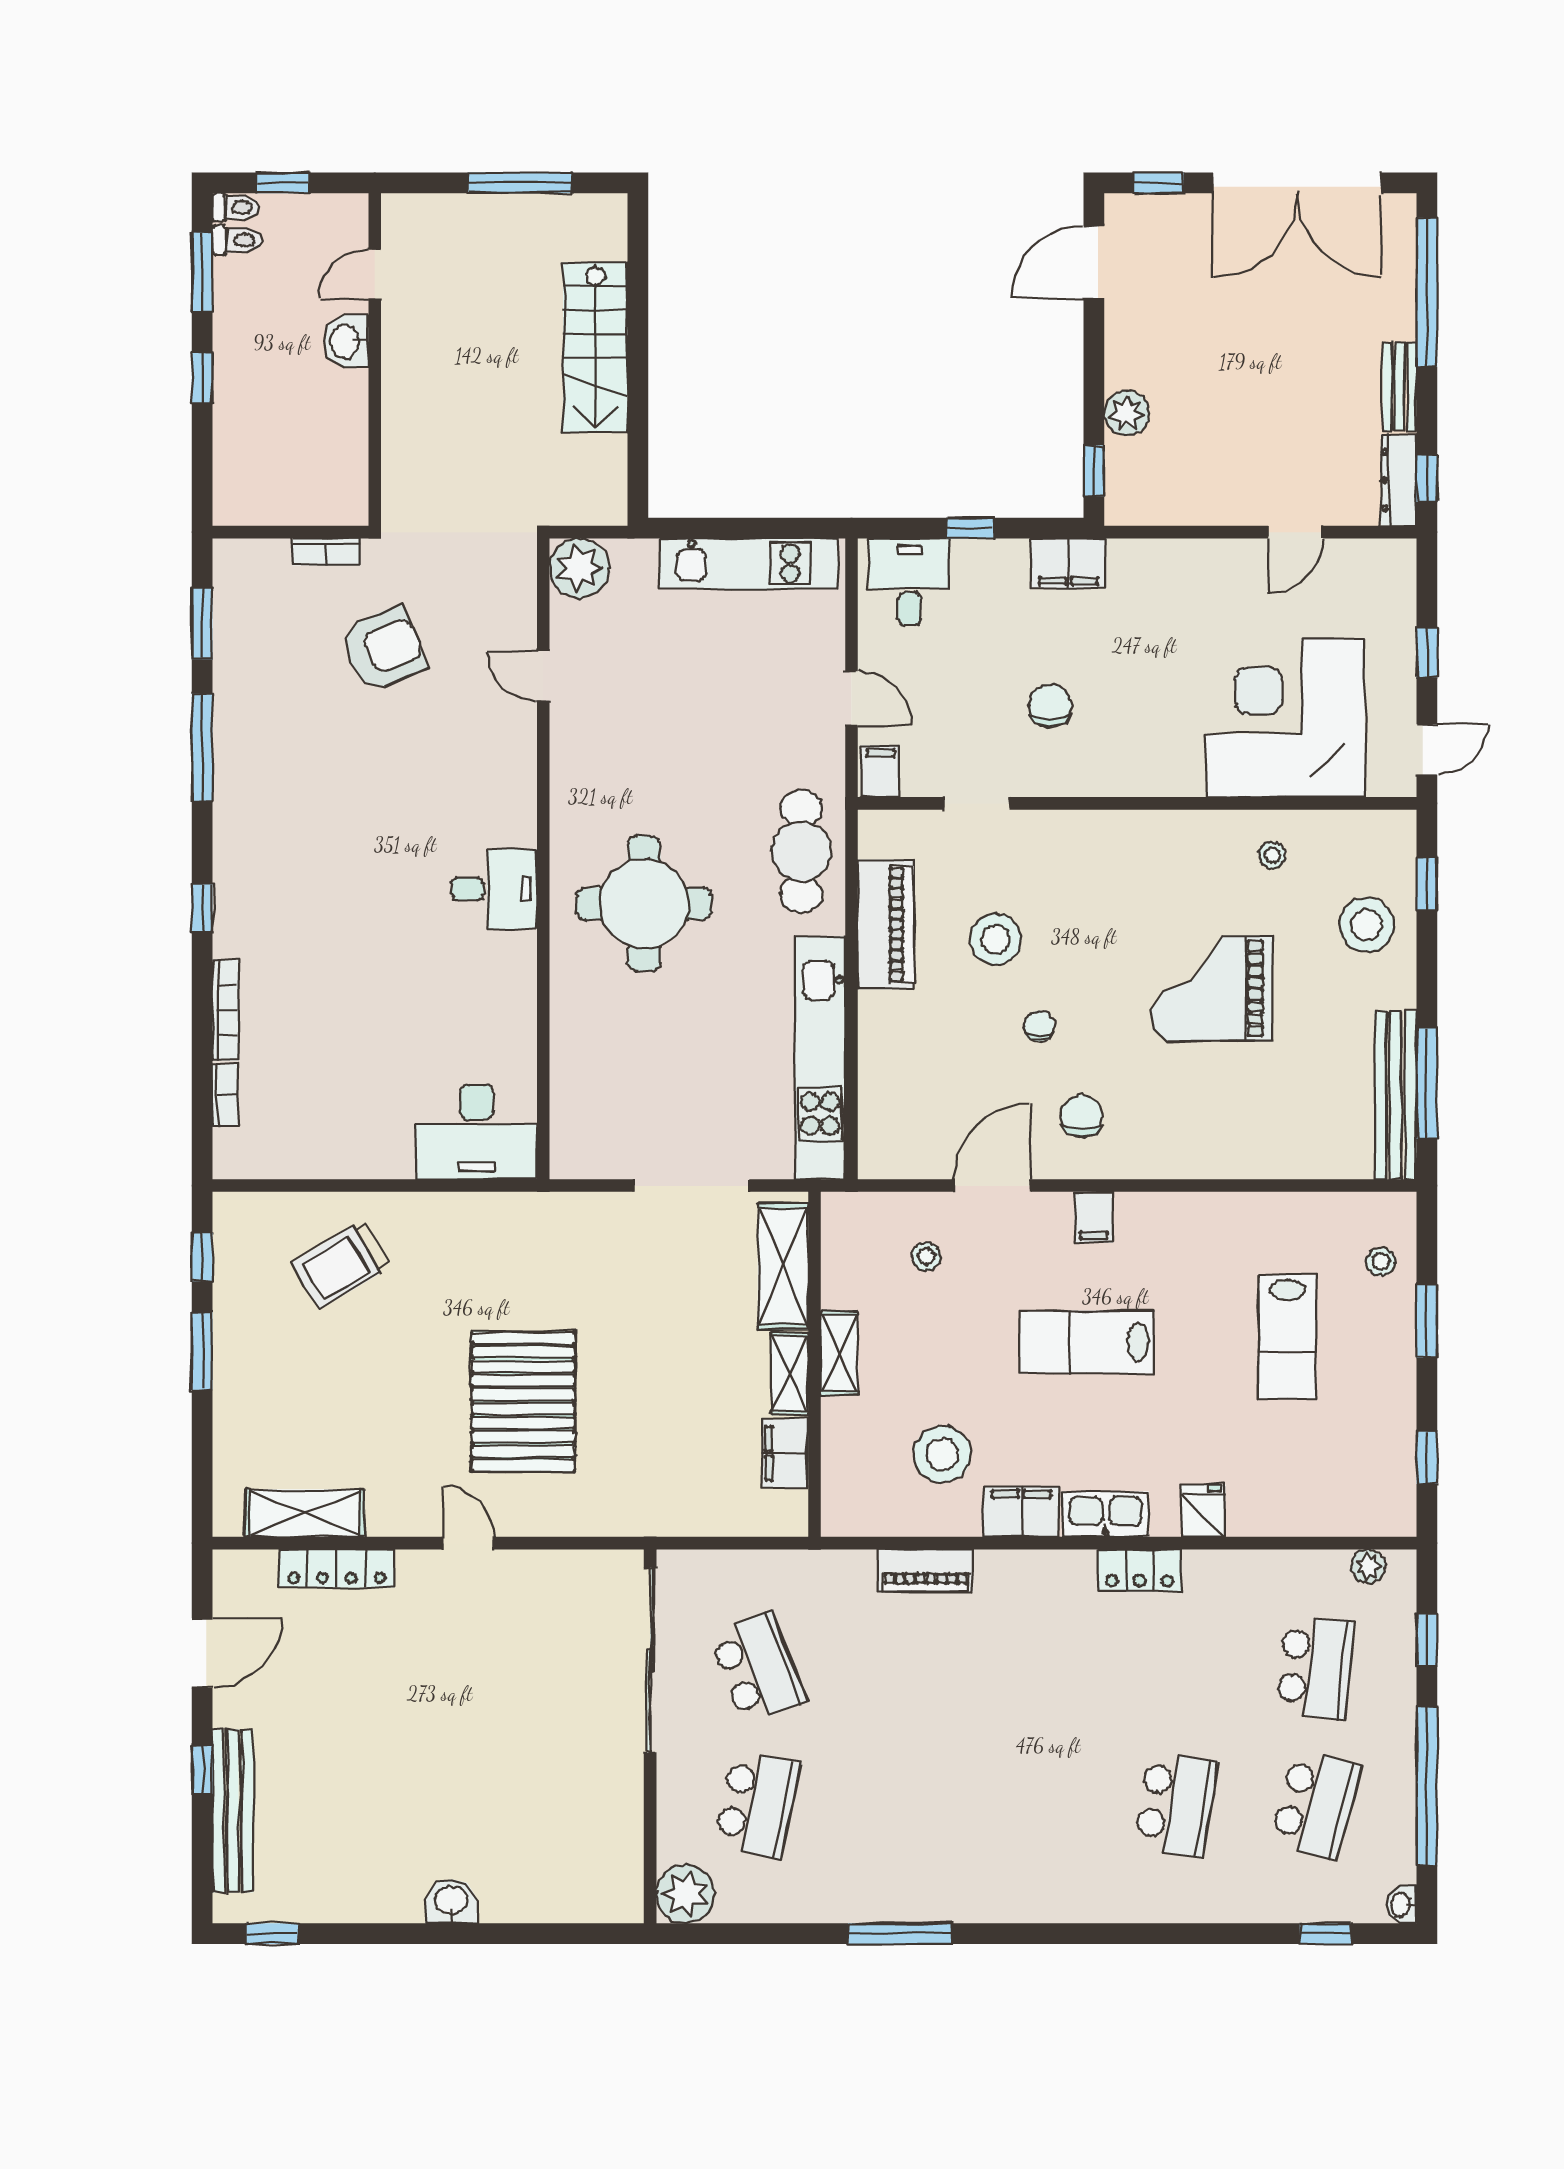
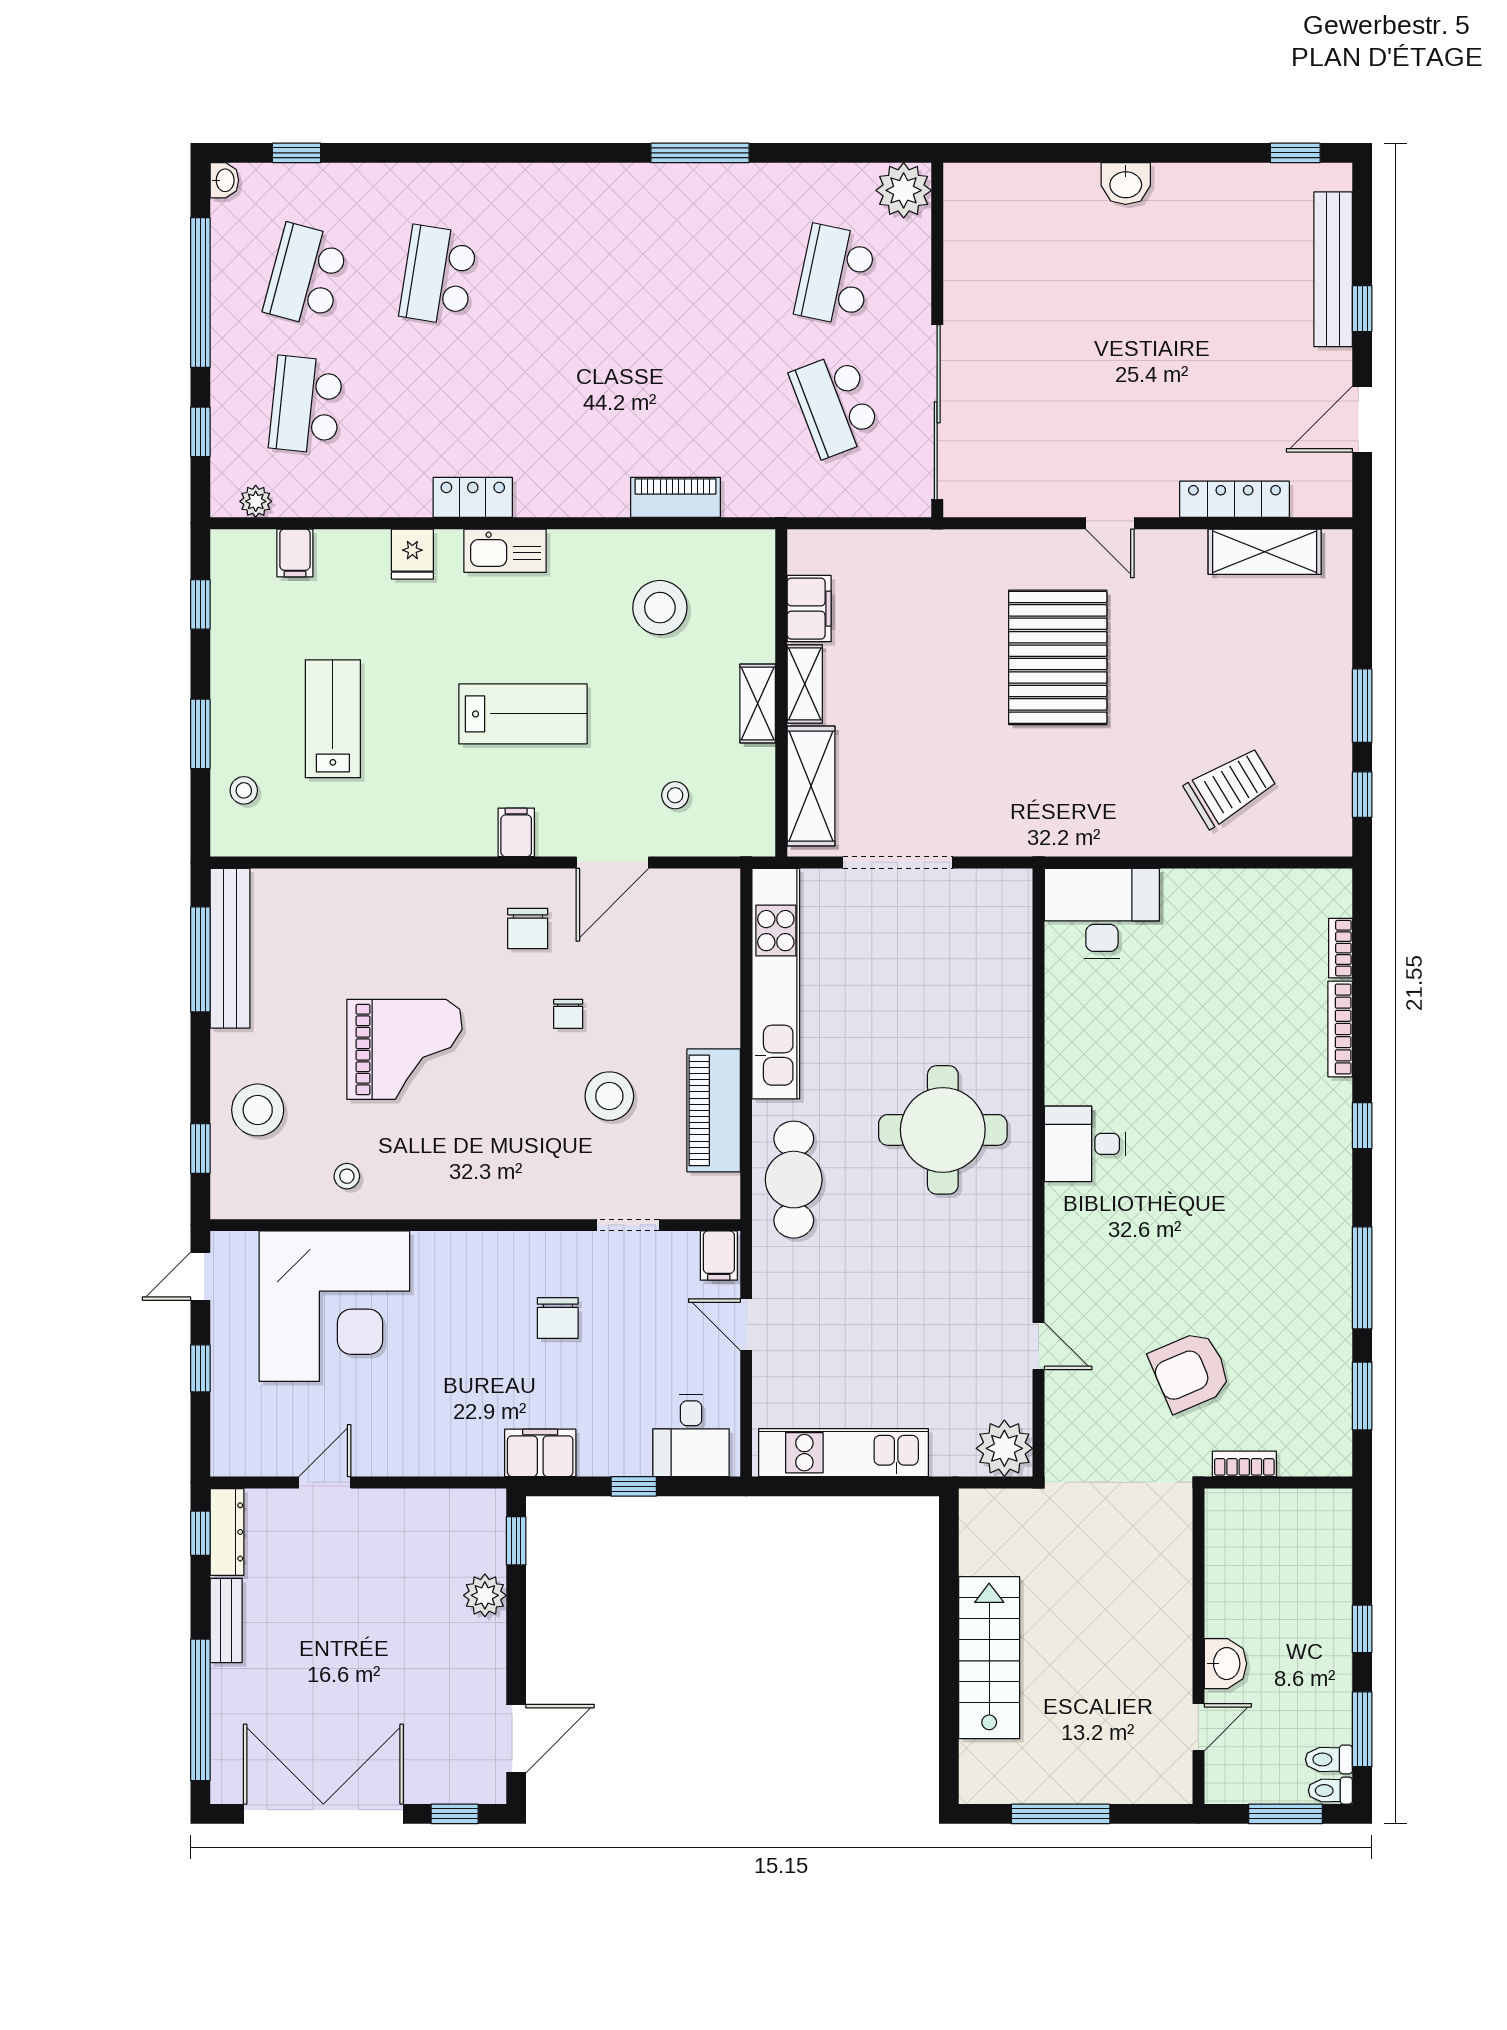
window: (283, 183) -> (1286, 1814), width x1.50
filing cabinet: (1021, 1512) -> (295, 553), moved, width x0.50

